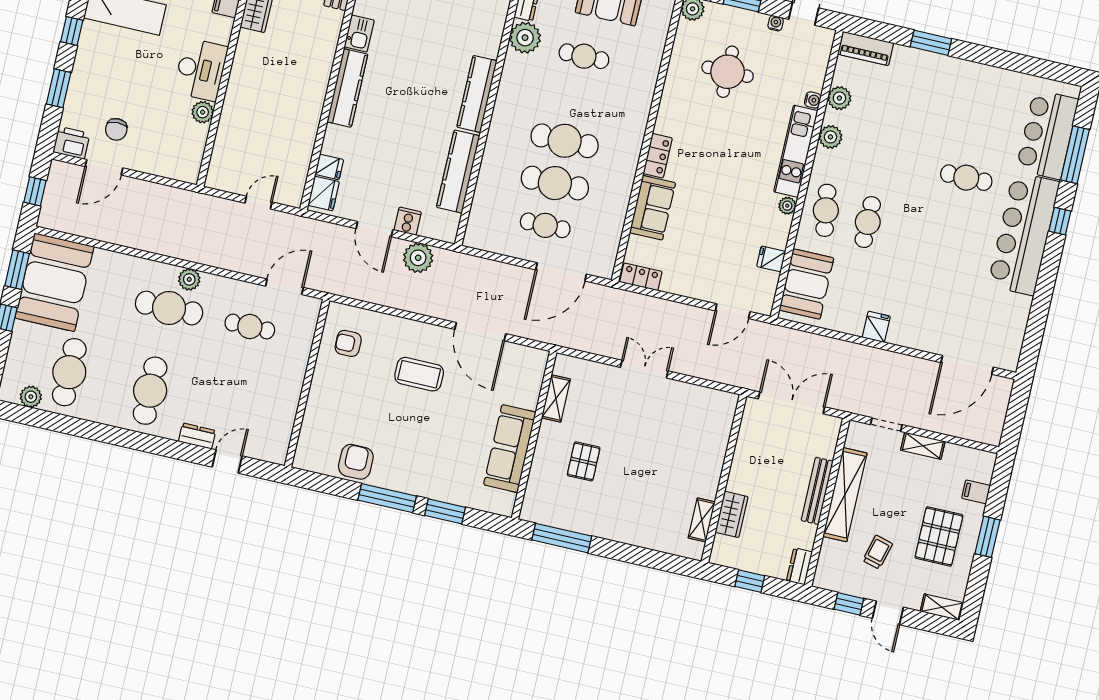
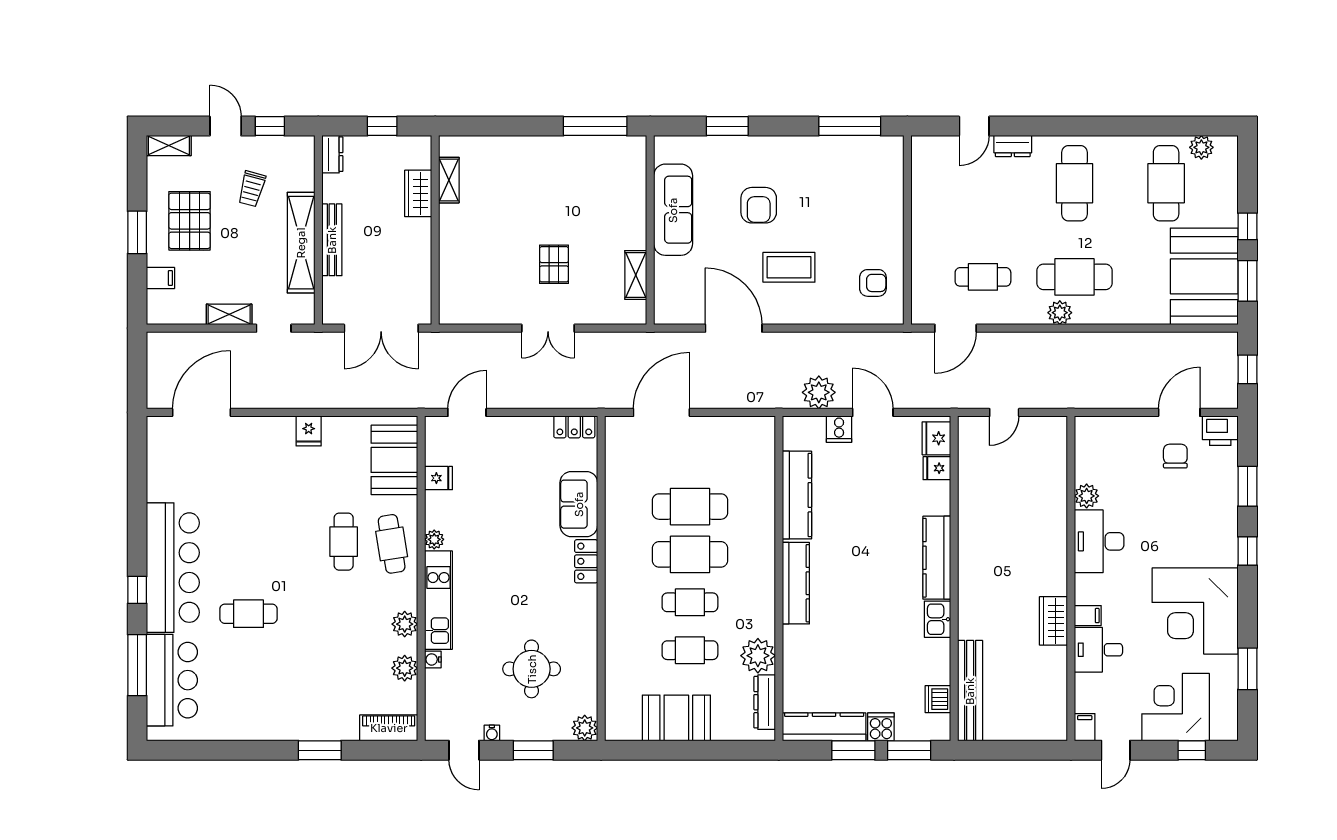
cafe table: (545, 225) -> (690, 602), moved
pallet: (584, 461) -> (554, 264), moved
armchair: (356, 462) -> (759, 205), moved
window: (387, 498) -> (850, 126), moved

